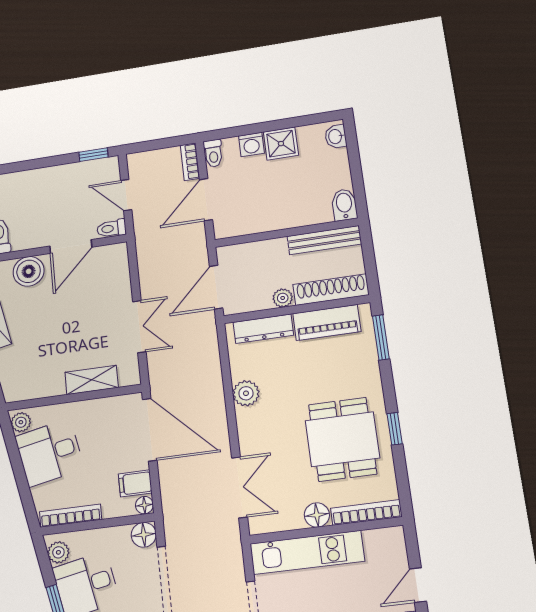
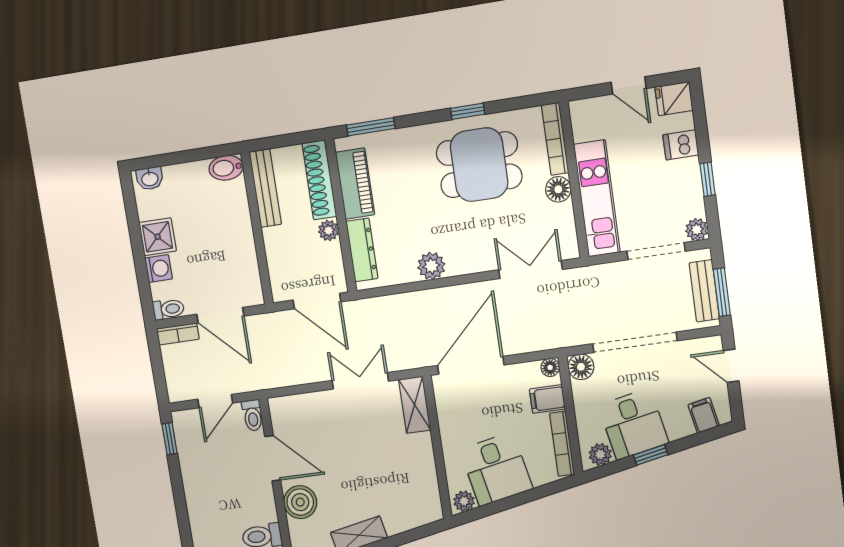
shelving: (92, 380) -> (415, 405), moved
filing cabinet: (135, 483) -> (547, 399), moved, turned 90

